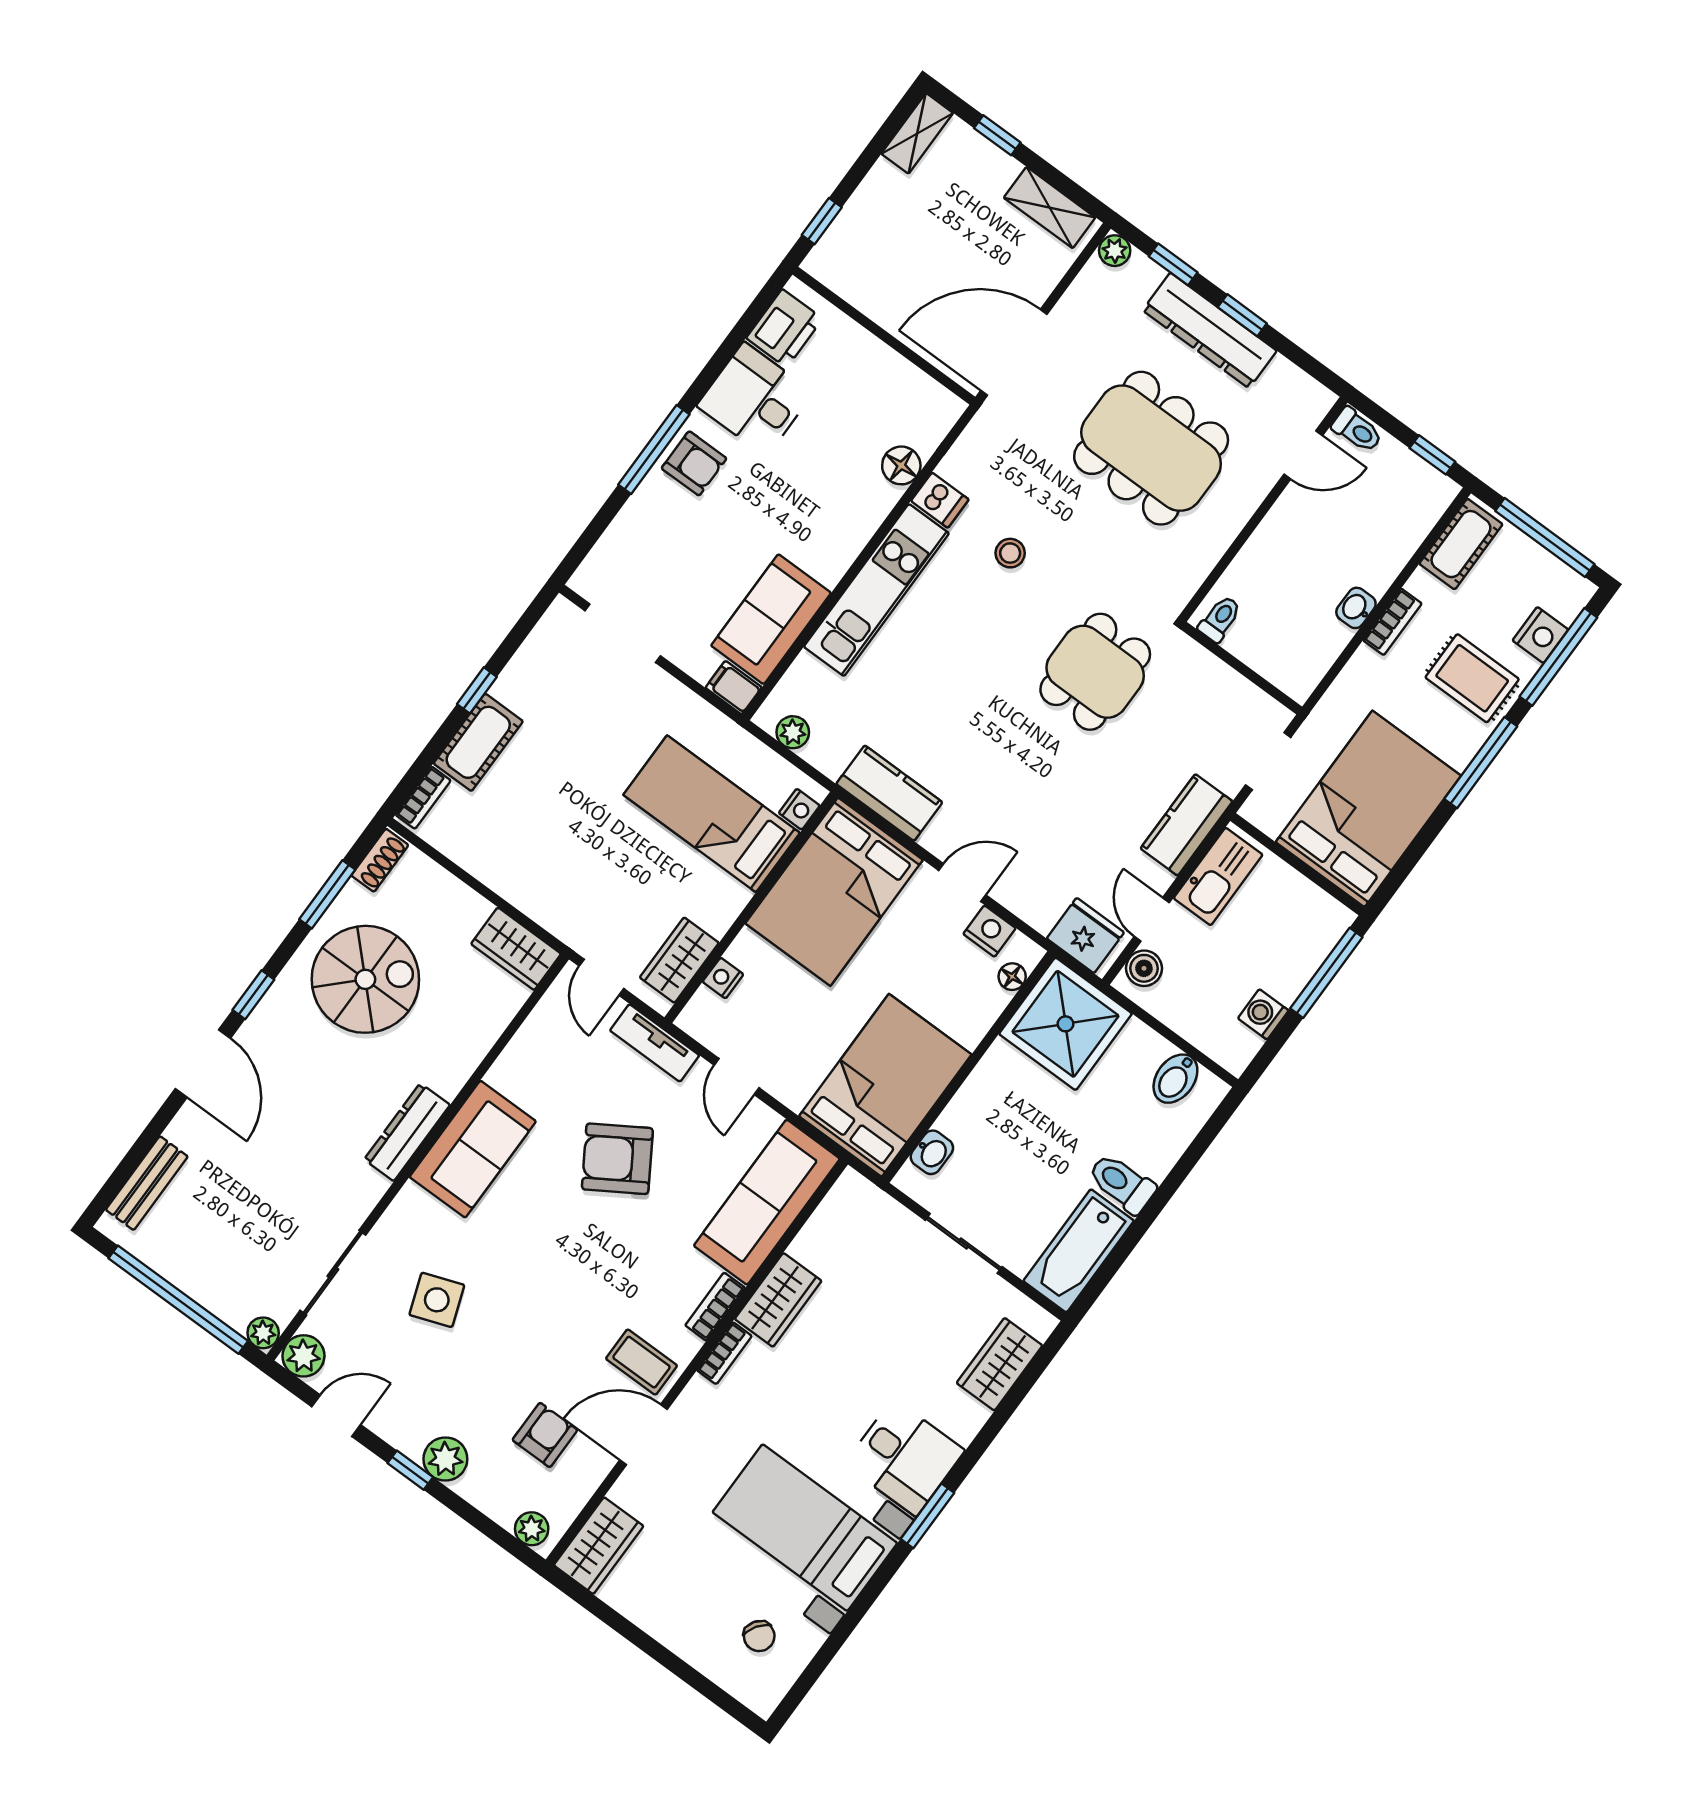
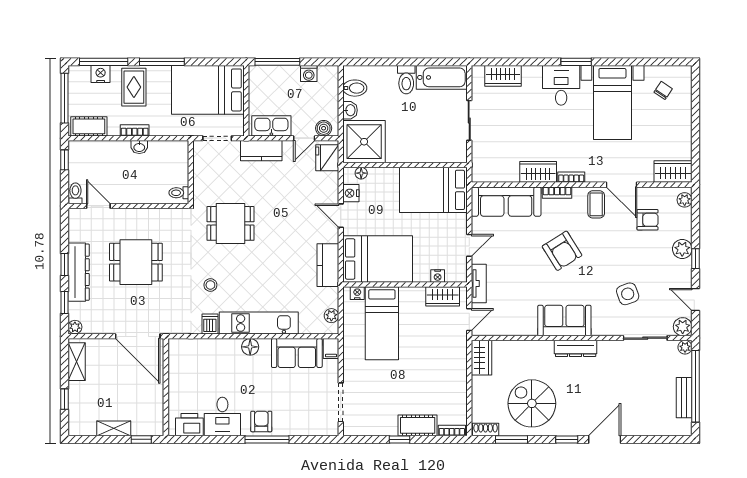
shelving: (917, 133) -> (114, 428), moved
dining table: (1151, 448) -> (136, 262), width x0.73
floor lamp: (901, 465) -> (250, 347), moved
washbasin: (932, 1152) -> (350, 110), moved, turned 90
armchair: (617, 1159) -> (562, 251), moved
bench: (147, 1183) -> (684, 398), moved, turned 90
armchair: (545, 1435) -> (648, 220), turned 180

